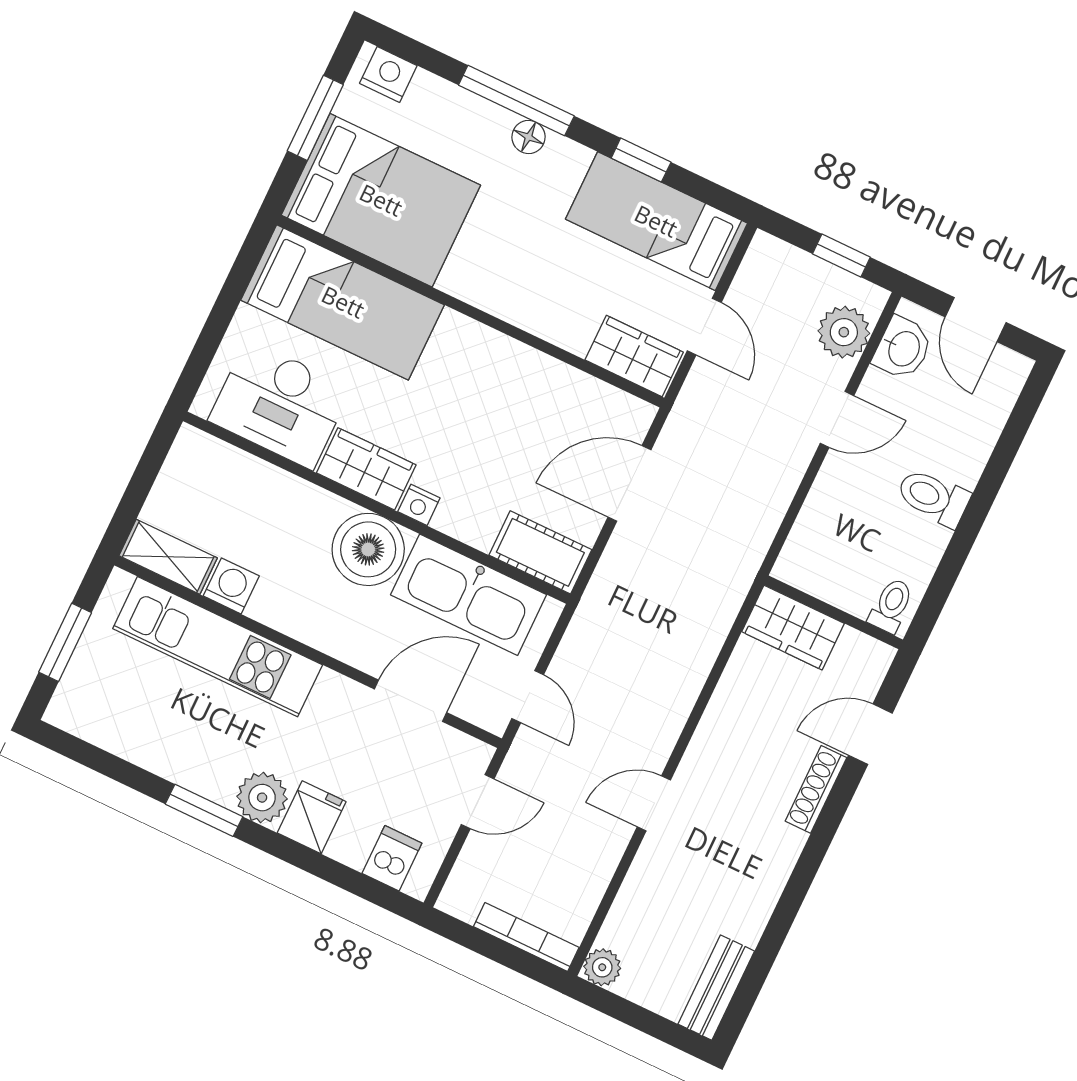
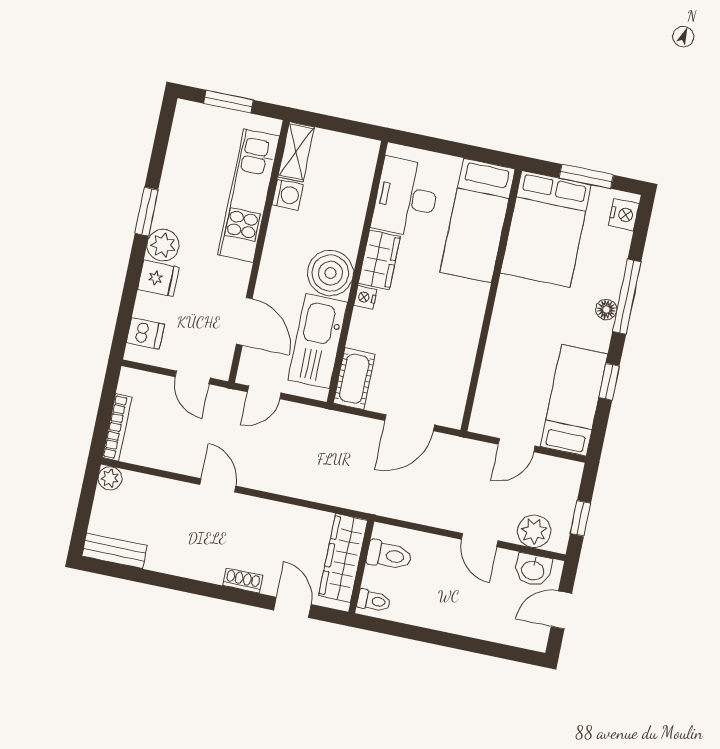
wardrobe: (634, 356) -> (488, 407), removed
door: (629, 483) -> (410, 423), swing flipped
toilet: (933, 497) -> (389, 555), moved, turned 90
wardrobe: (793, 628) -> (343, 558), width x1.50
shoe rack: (816, 789) -> (243, 581), width x0.70

